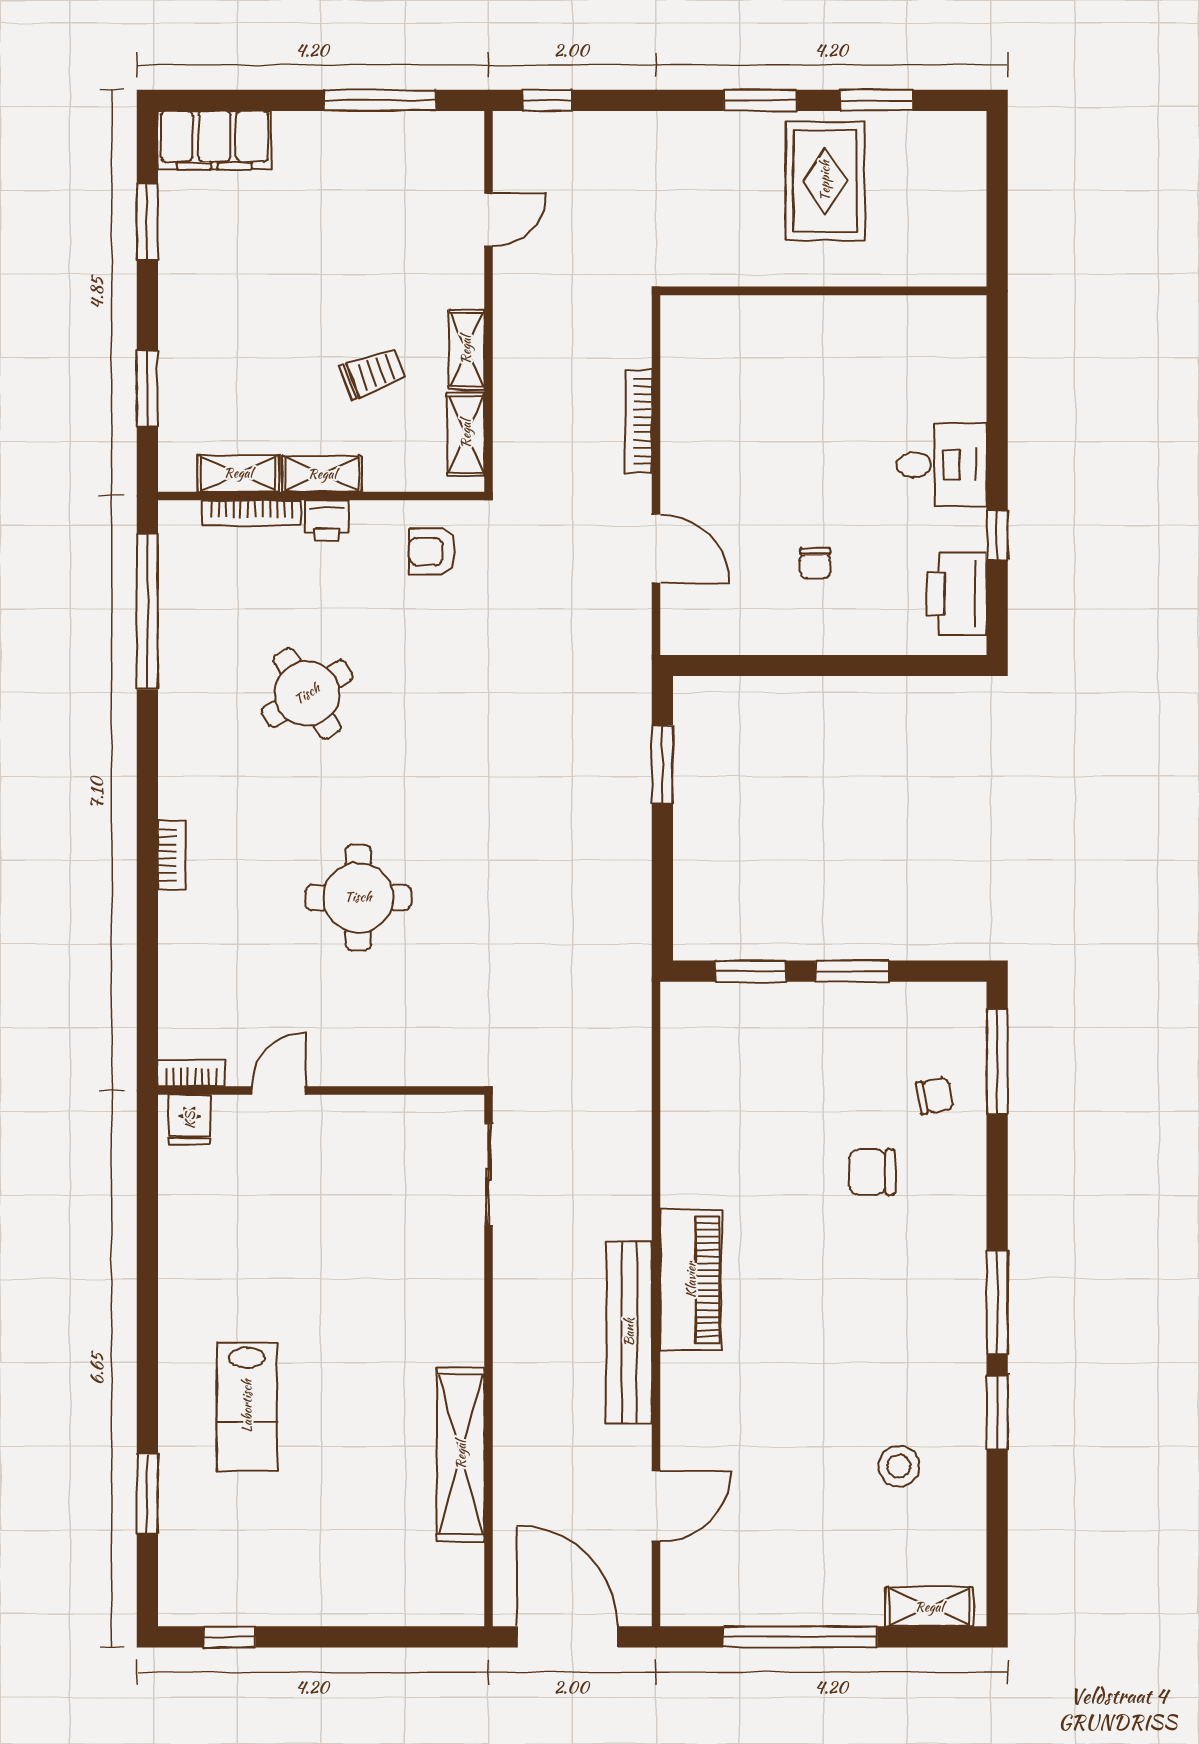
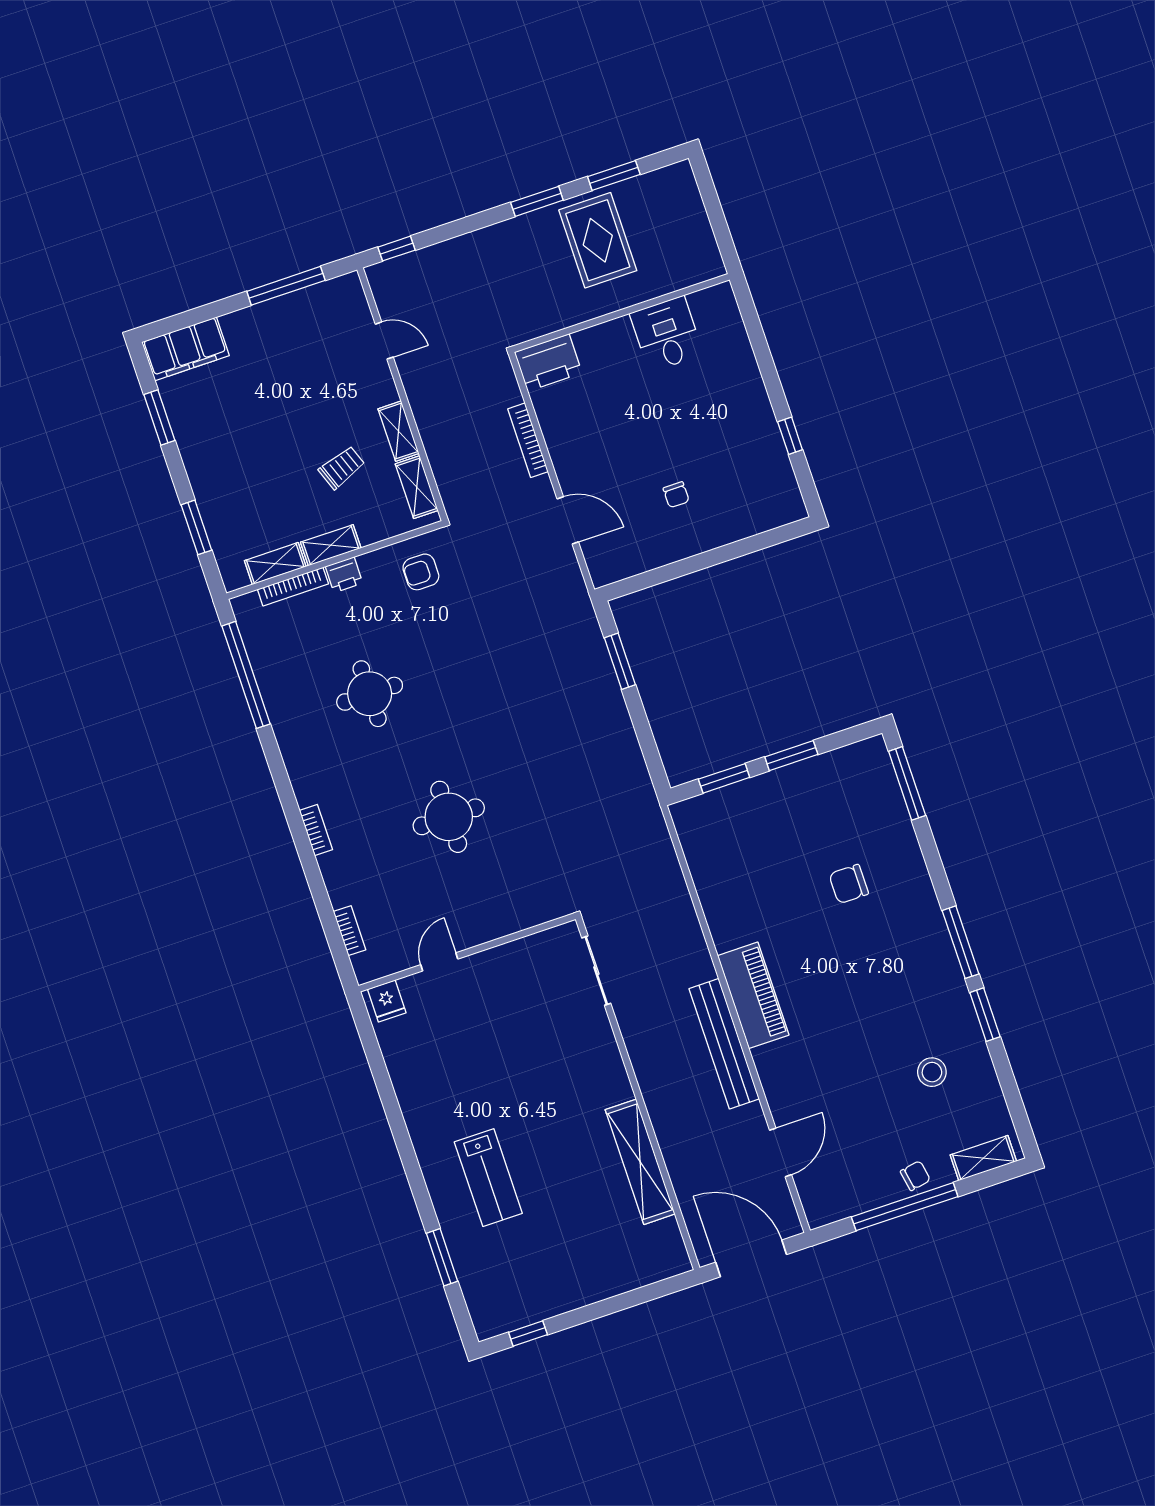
door: (489, 220) -> (384, 341), hinge flipped
desk: (942, 465) -> (667, 334), moved, turned -90
printer: (957, 594) -> (548, 363), moved, turned -90
round table: (307, 694) -> (370, 694), turned 32
bookcase: (191, 1073) -> (350, 931), moved, turned 90
chair: (935, 1096) -> (915, 1176), moved

